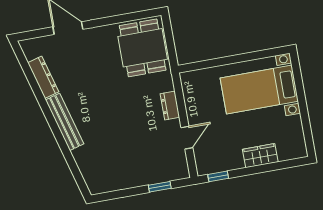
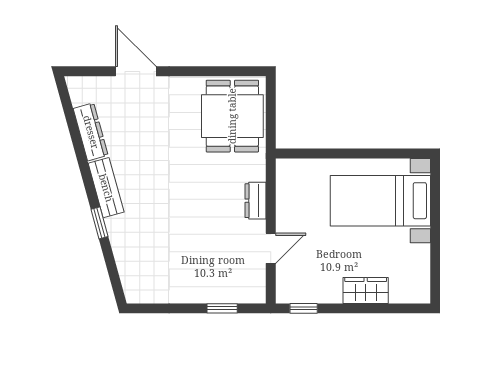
bench: (65, 122) -> (106, 188), width x0.73
window: (61, 141) -> (99, 223), added

